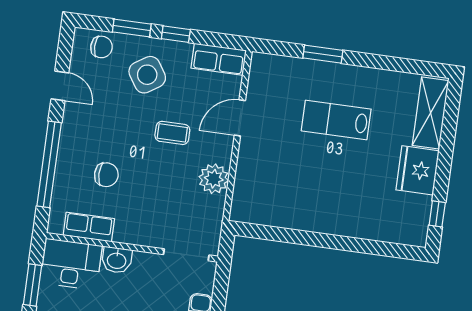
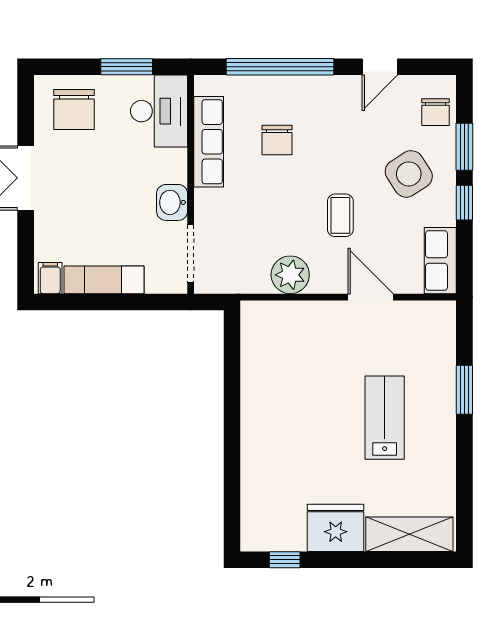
row of seats: (89, 227) -> (209, 142), width x1.48
washbasin: (117, 260) -> (172, 202), moved

